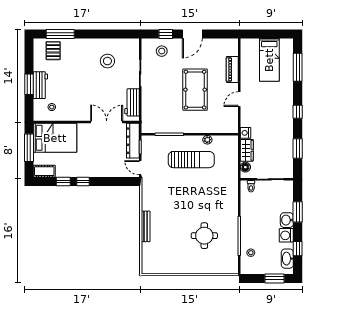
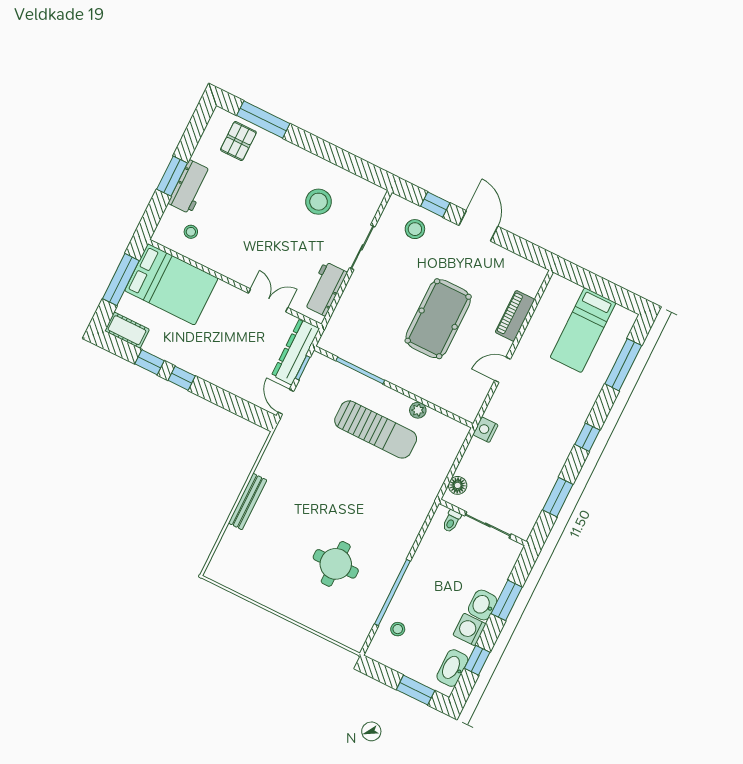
door: (192, 34) -> (478, 226), swing flipped
double door: (107, 122) -> (268, 300), width x0.73
wardrobe: (247, 150) -> (473, 459), removed

